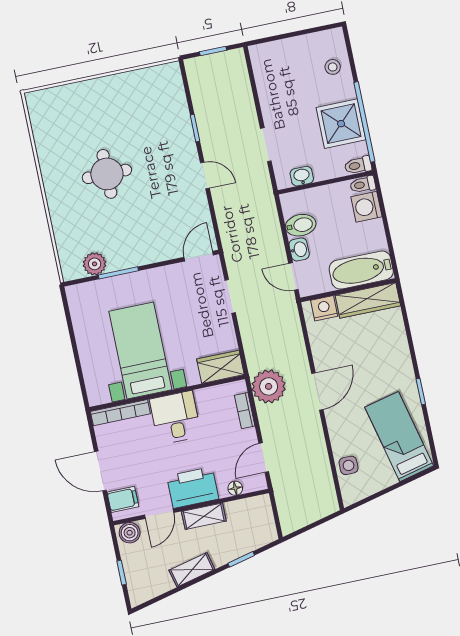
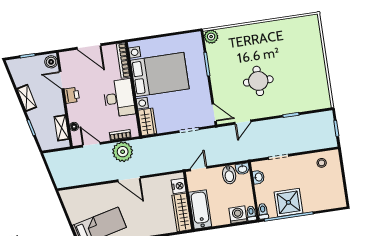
stool: (333, 67) -> (322, 163), moved
round table: (107, 174) -> (258, 81), moved
door: (205, 175) -> (243, 122), moved
washbasin: (299, 249) -> (242, 169), moved
plant: (95, 264) -> (211, 37), moved
bed with nightstands: (140, 350) -> (160, 75), width x1.36
plant: (269, 386) -> (123, 152), moved
desk: (175, 418) -> (119, 98), width x1.37
side table: (349, 465) -> (84, 195), removed
door: (100, 471) -> (89, 47), swing flipped
printer: (193, 487) -> (72, 95), width x0.53, depth x0.68
filing cabinet: (123, 499) -> (71, 59), removed
shelving: (204, 516) -> (62, 128), moved

